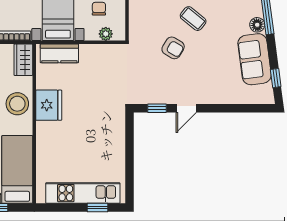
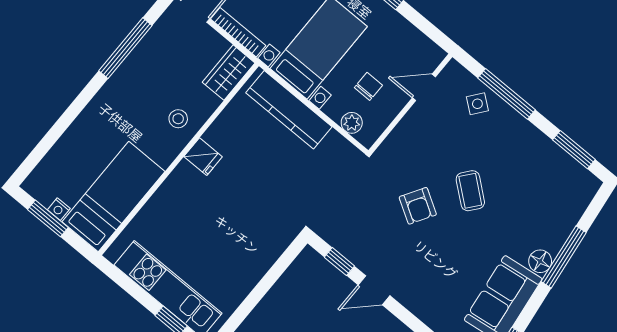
kitchen counter: (59, 53) -> (289, 110), width x1.50
stool: (17, 104) -> (178, 119), width x0.53, depth x0.53
fridge: (49, 105) -> (203, 157), width x0.53, depth x0.75

